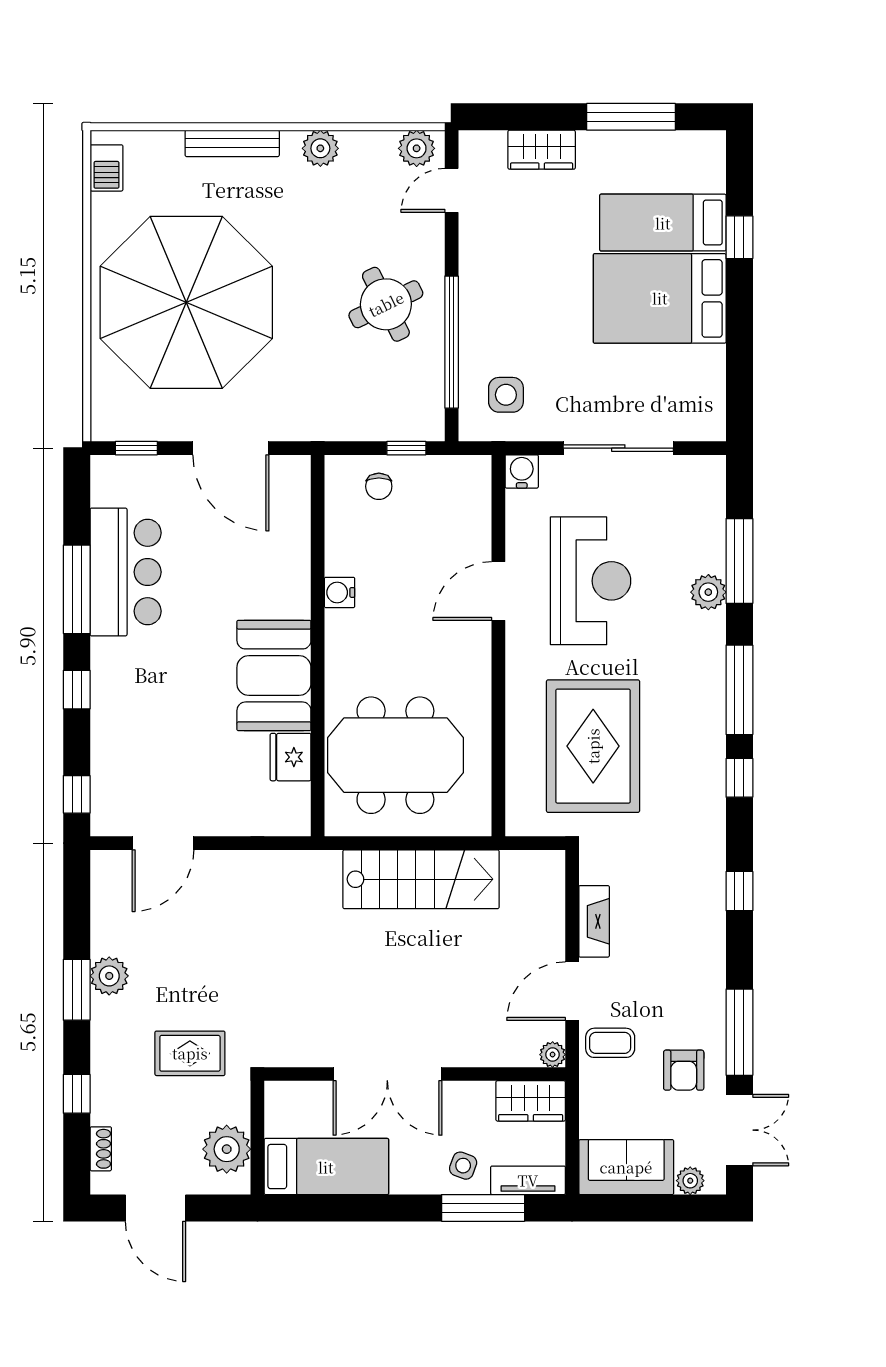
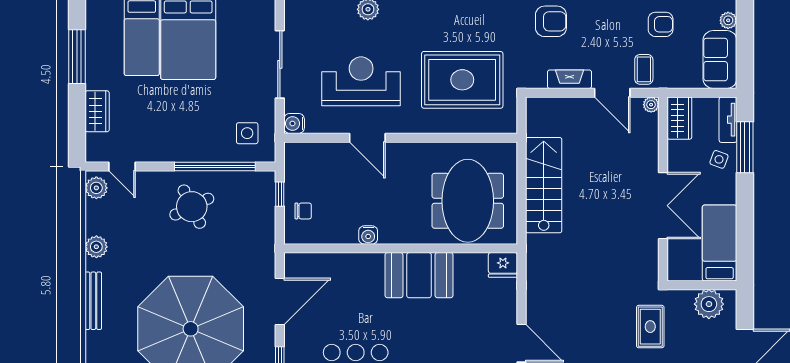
fridge: (291, 757) -> (503, 265), moved
armchair: (689, 891) -> (551, 21), added

